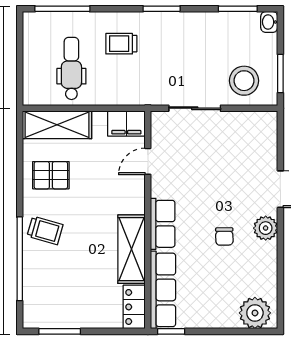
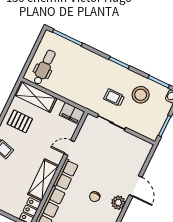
trolley: (121, 44) -> (114, 98), moved
dental chair: (71, 68) -> (44, 67), moved
stool: (244, 81) -> (141, 95), moved
door: (148, 161) -> (69, 148), moved

